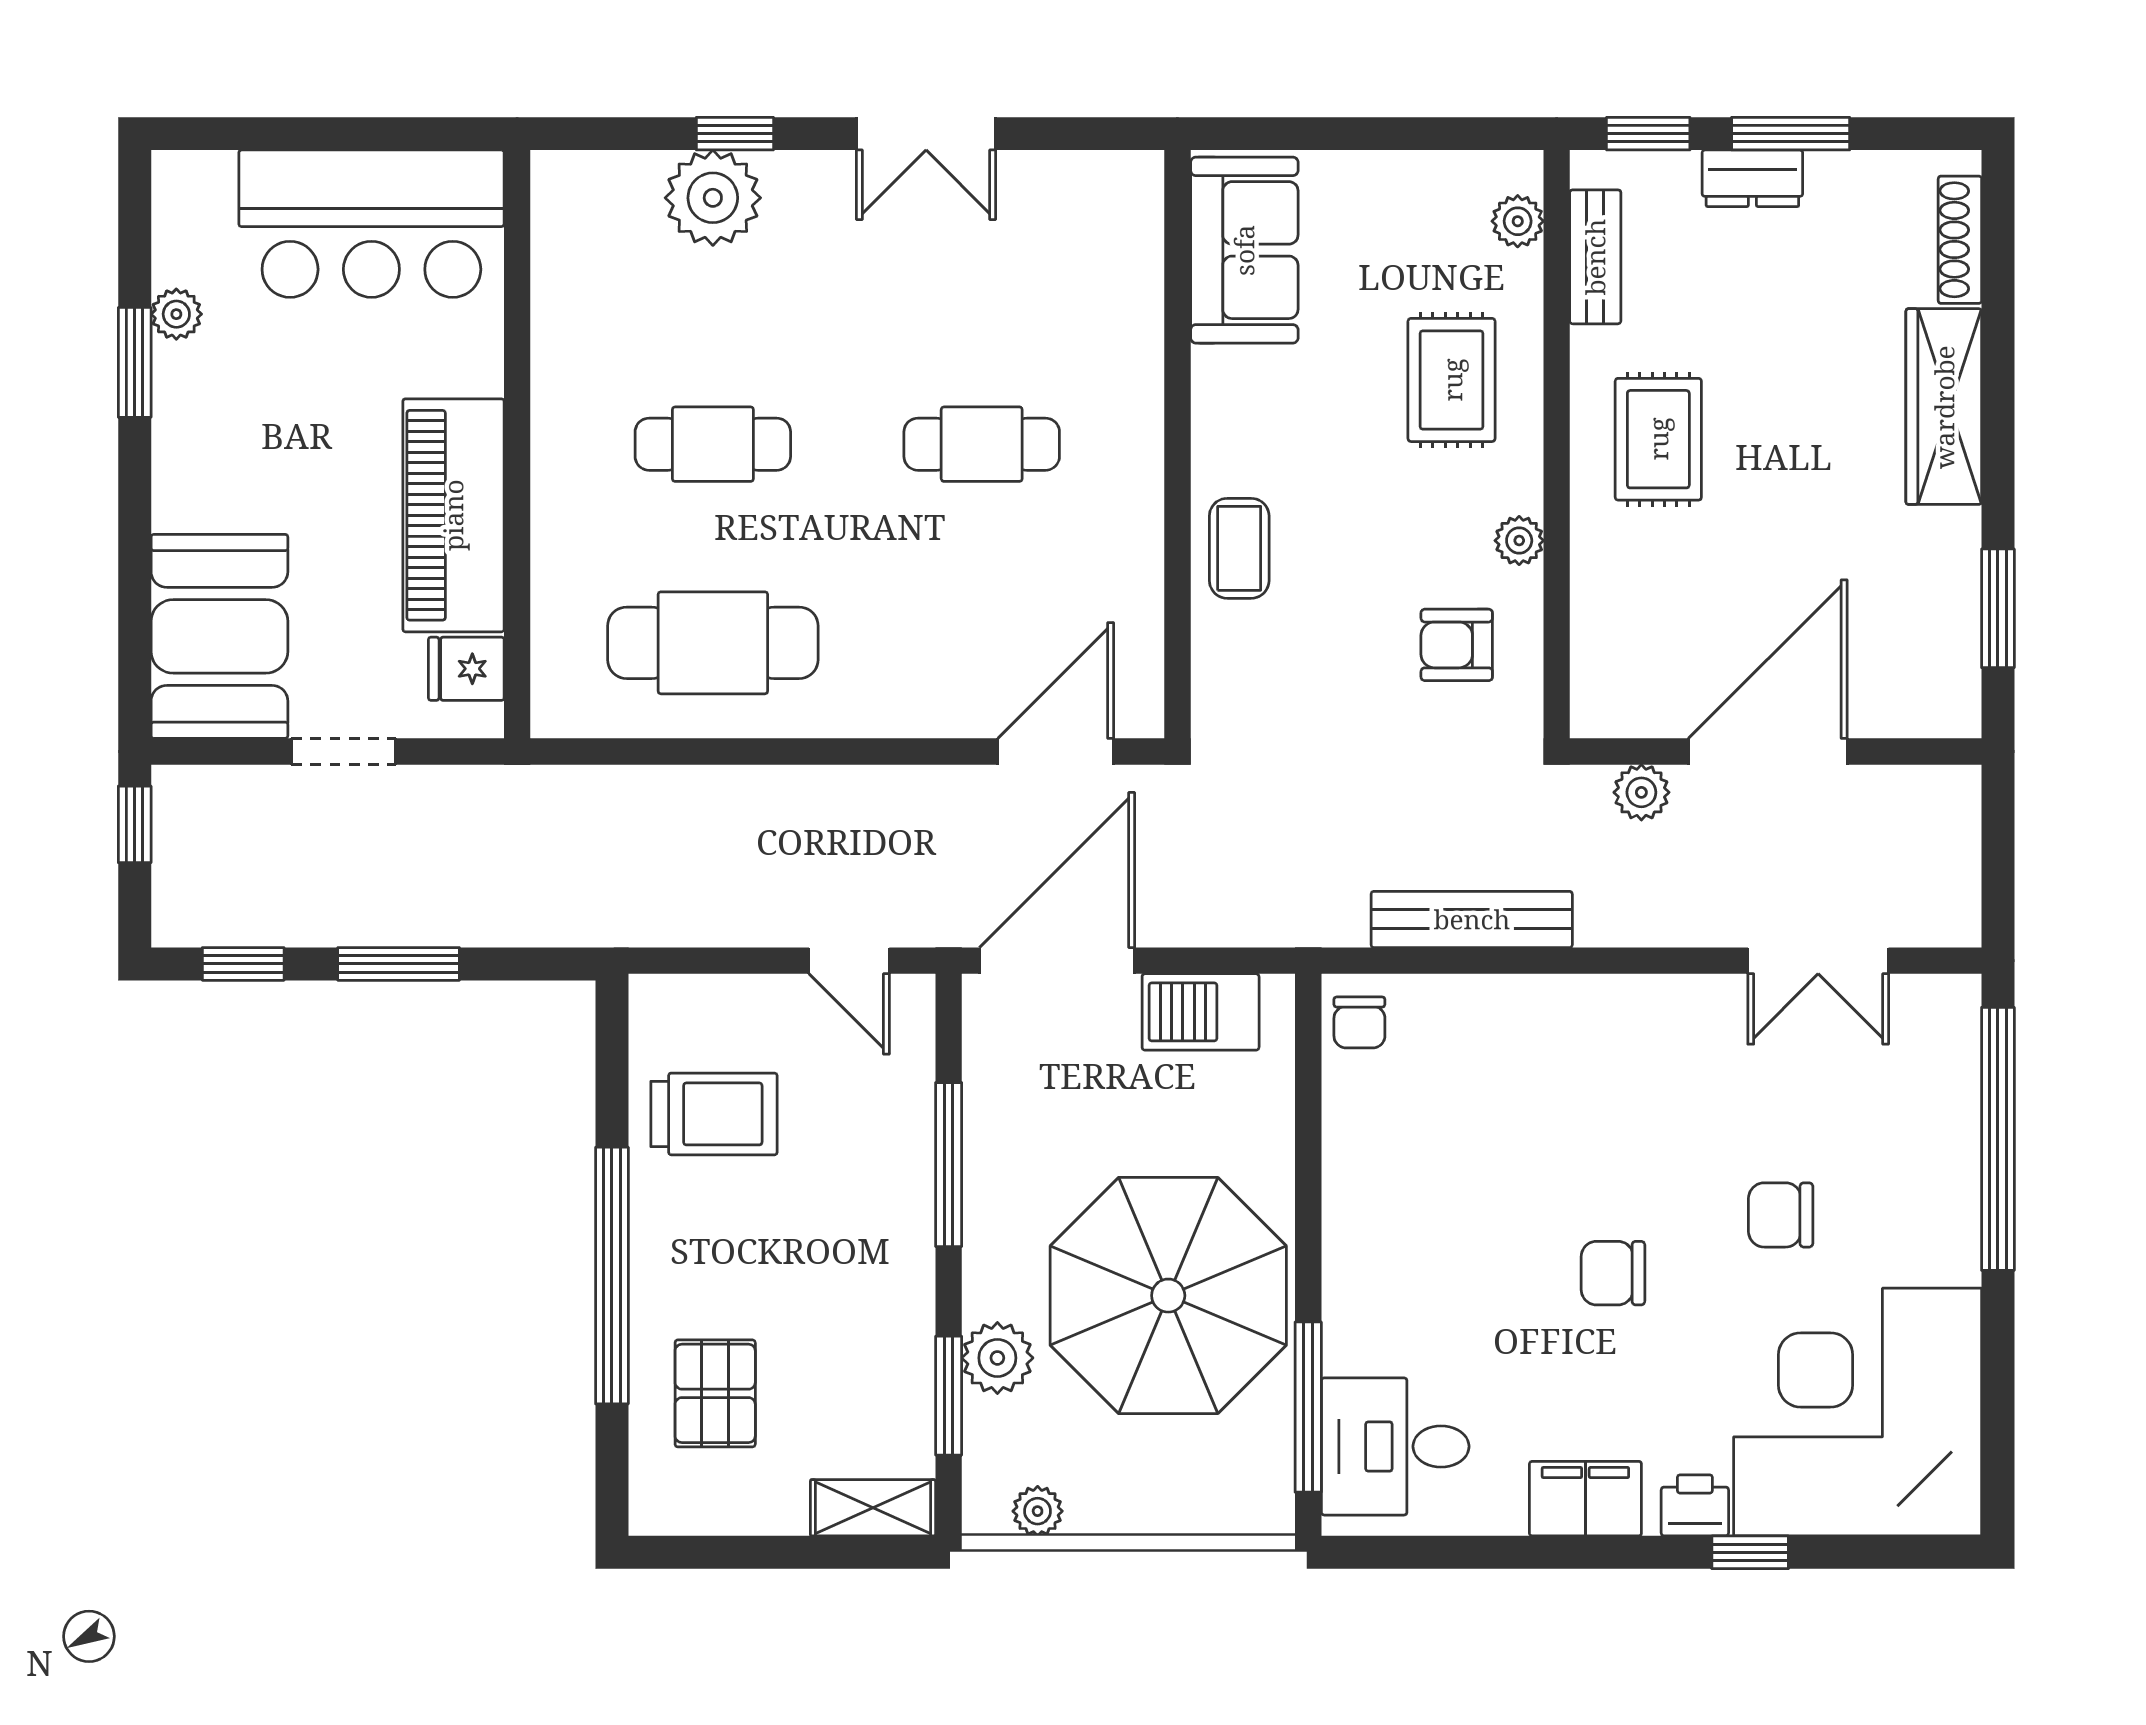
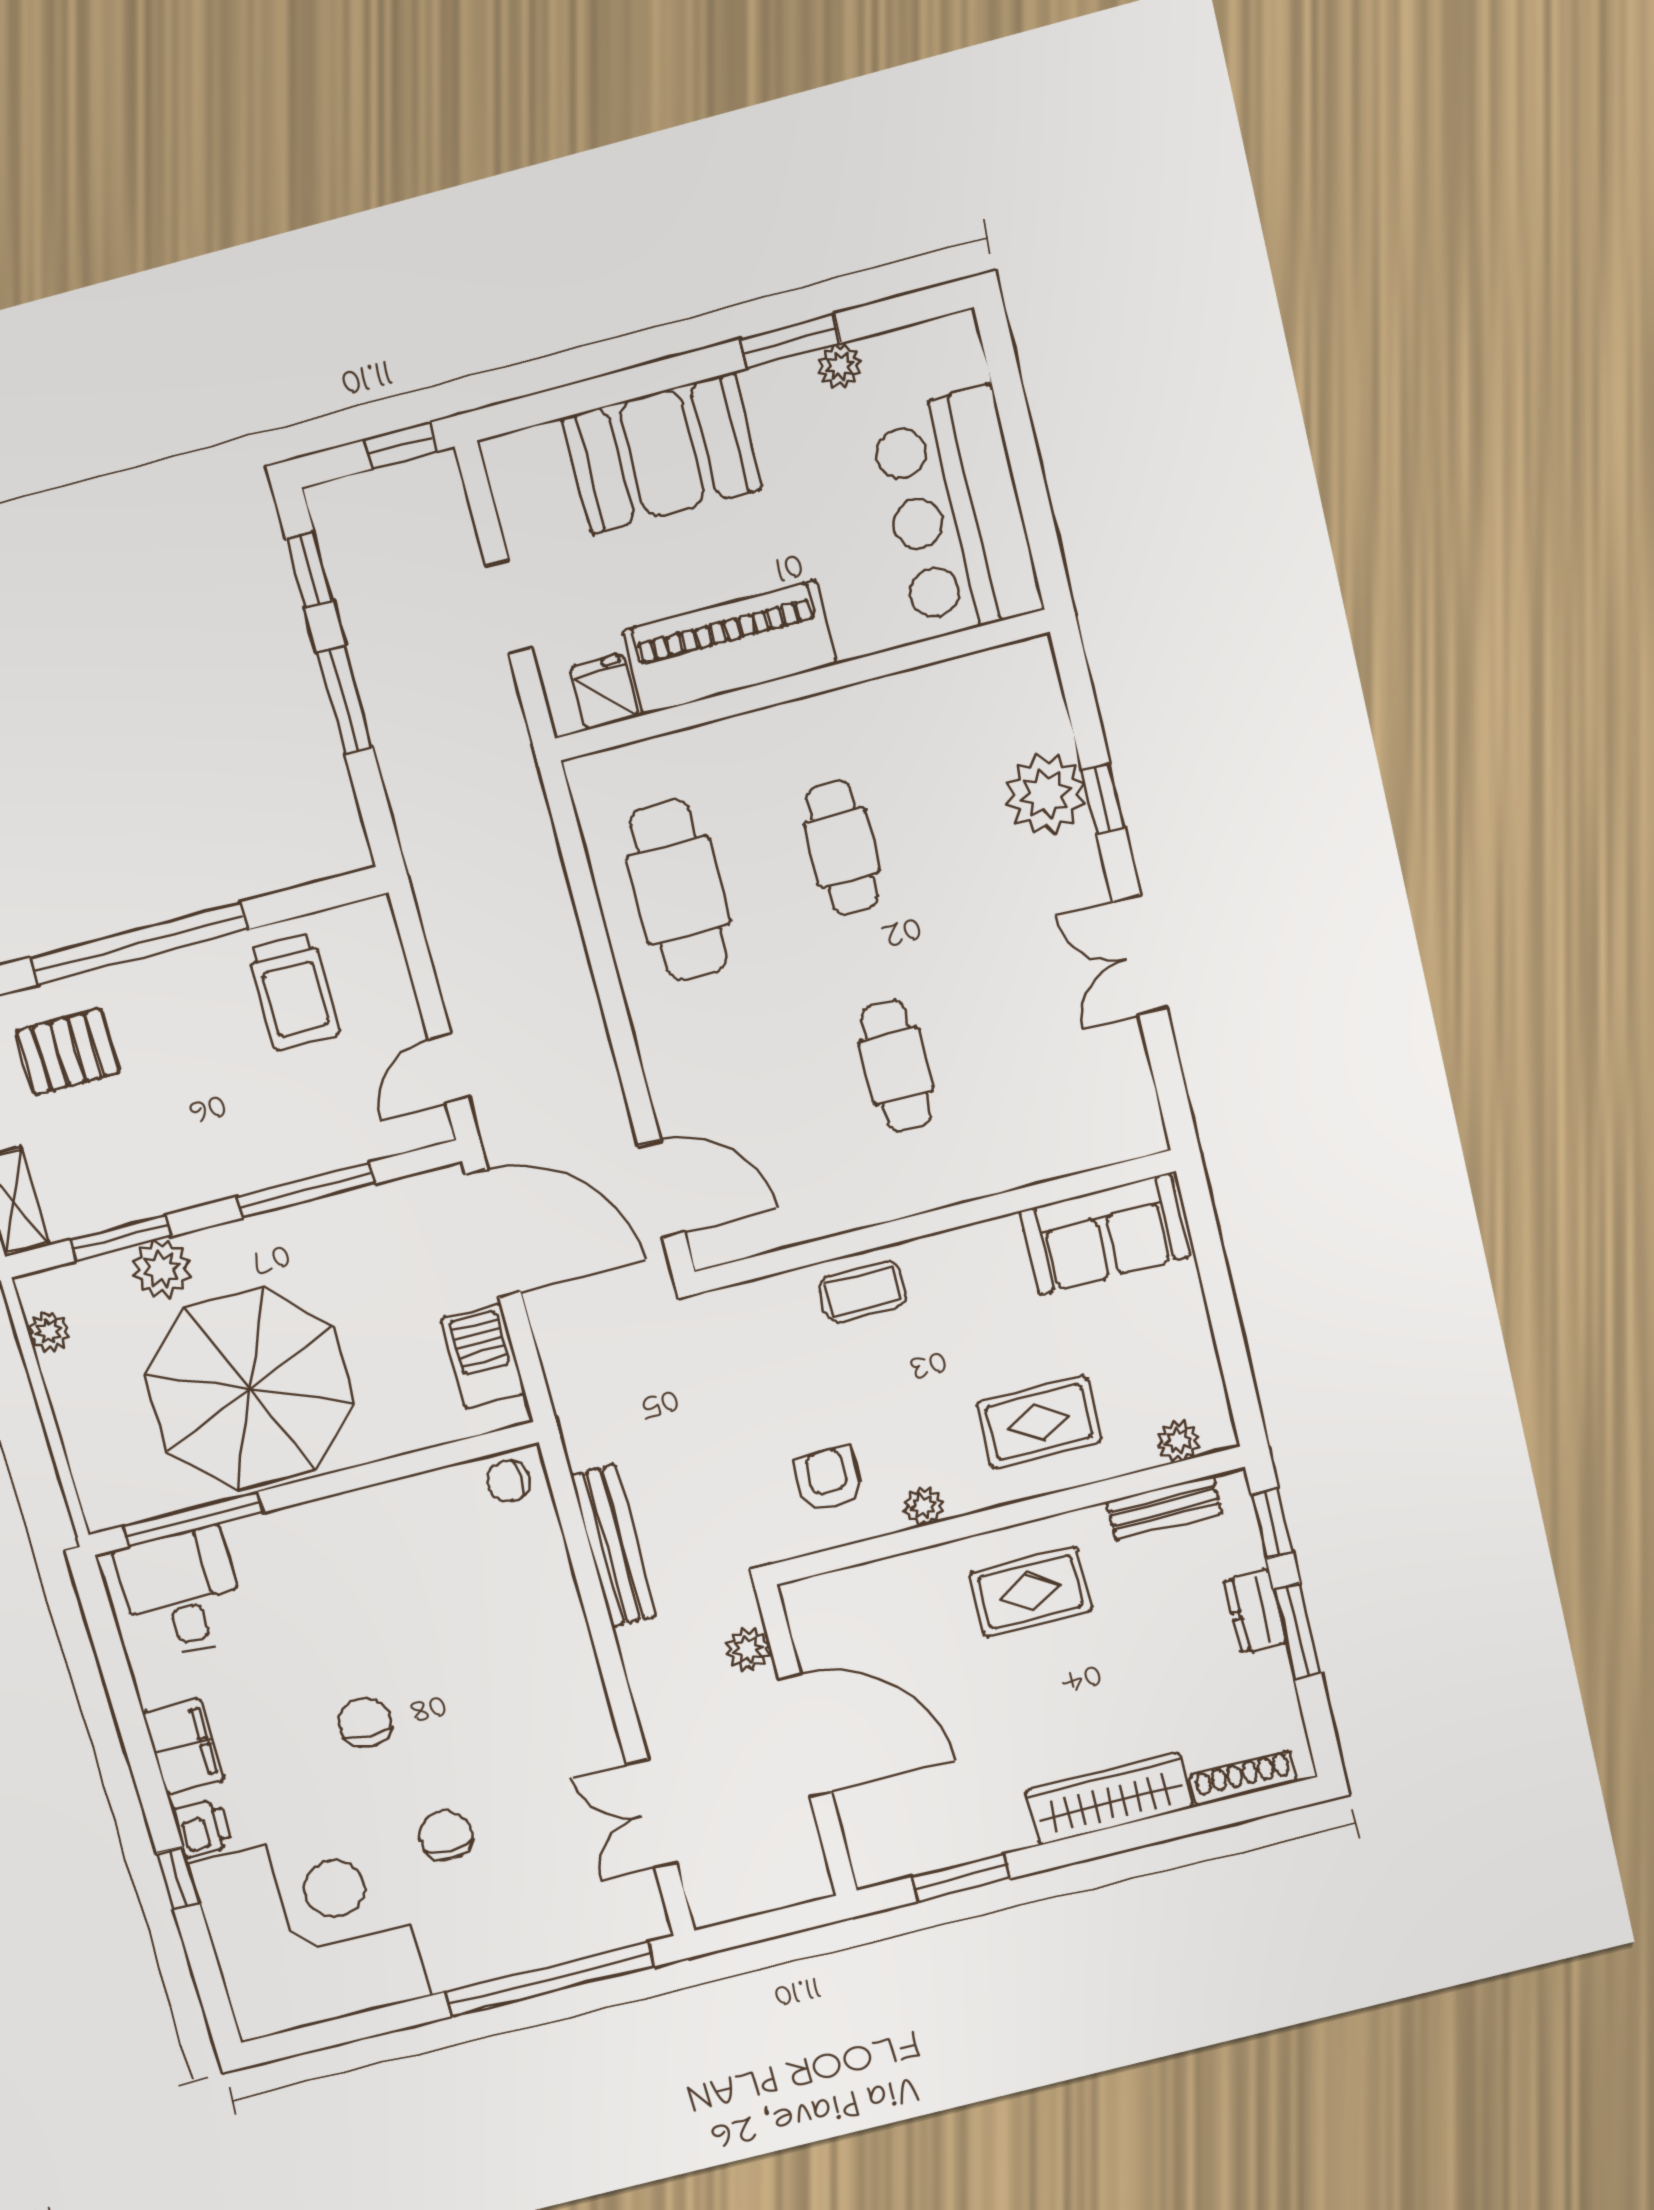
booth: (219, 636) -> (662, 453), moved

